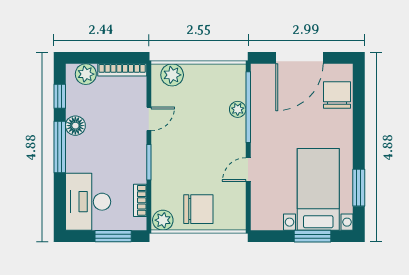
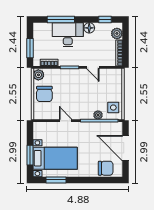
plant: (172, 75) -> (116, 80), removed
side table: (224, 81) -> (113, 108), added
window: (60, 147) -> (61, 19), moved
desk: (88, 202) -> (68, 35), moved

